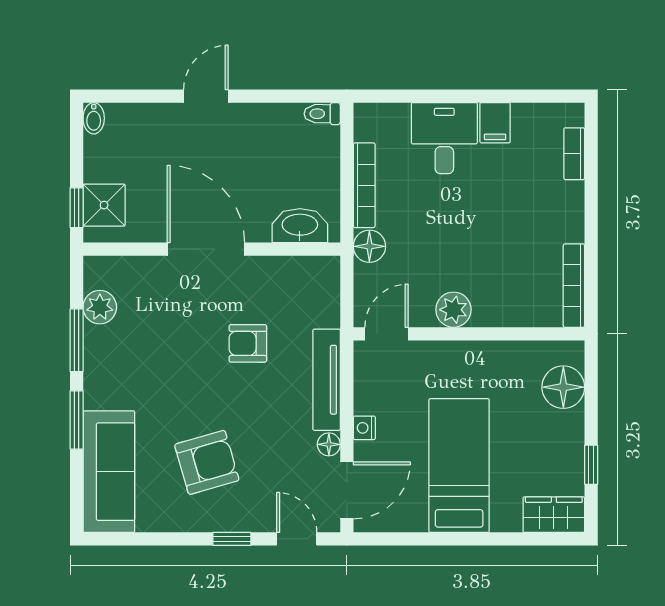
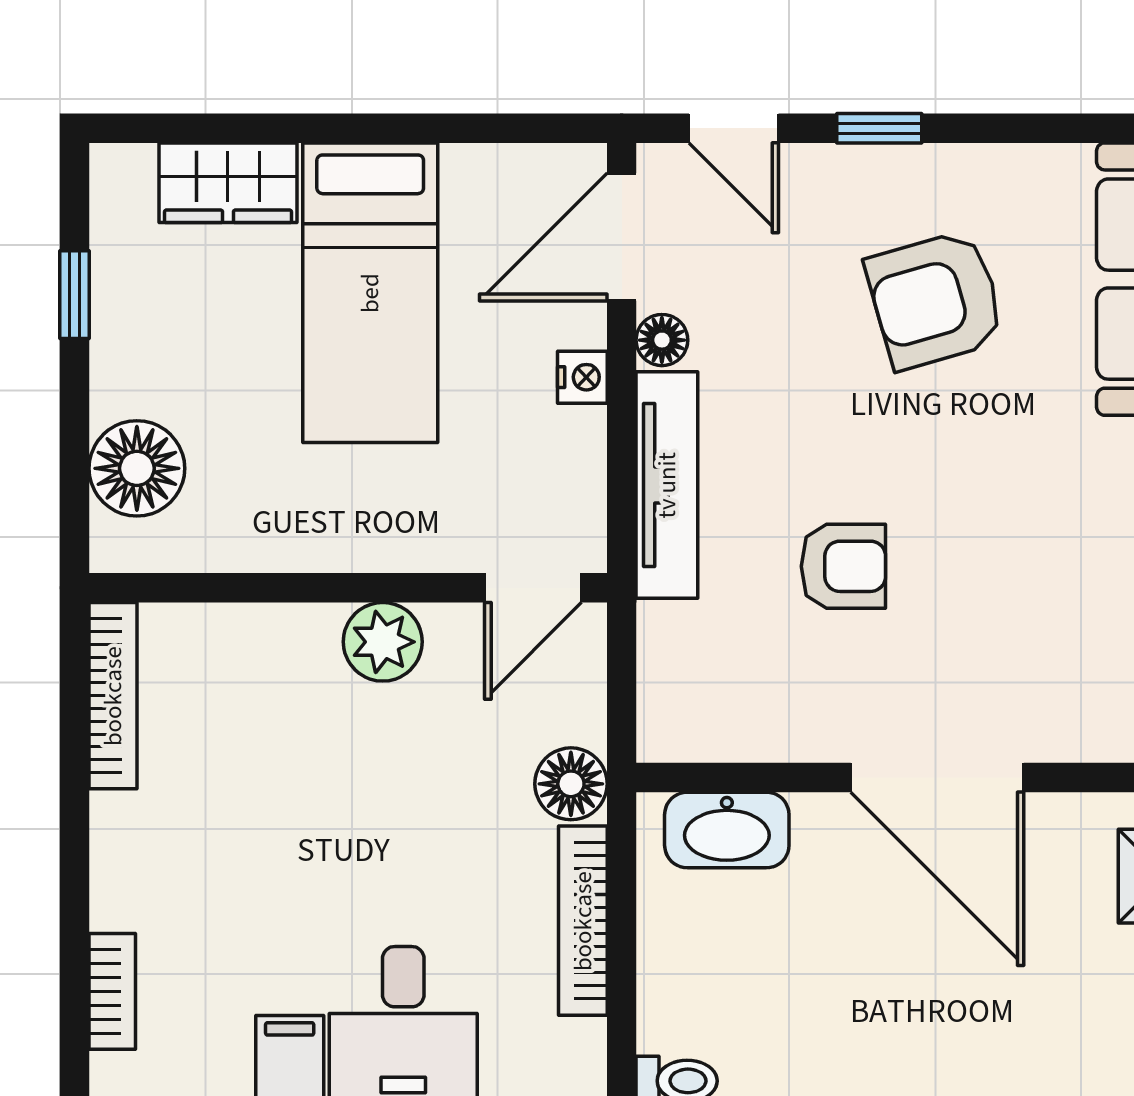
wardrobe: (554, 515) -> (228, 183), moved

